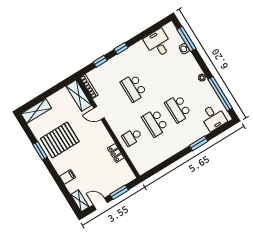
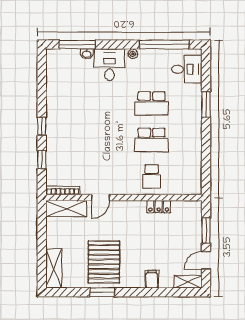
desk: (158, 43) -> (109, 65), moved, turned 90
school desk: (134, 88) -> (96, 140), removed

